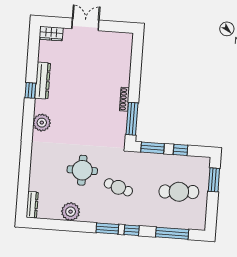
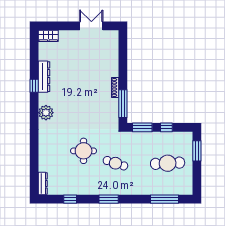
double door: (85, 24) -> (91, 26), moved
plant: (71, 212) -> (76, 187), removed
window: (132, 230) -> (70, 199), moved

